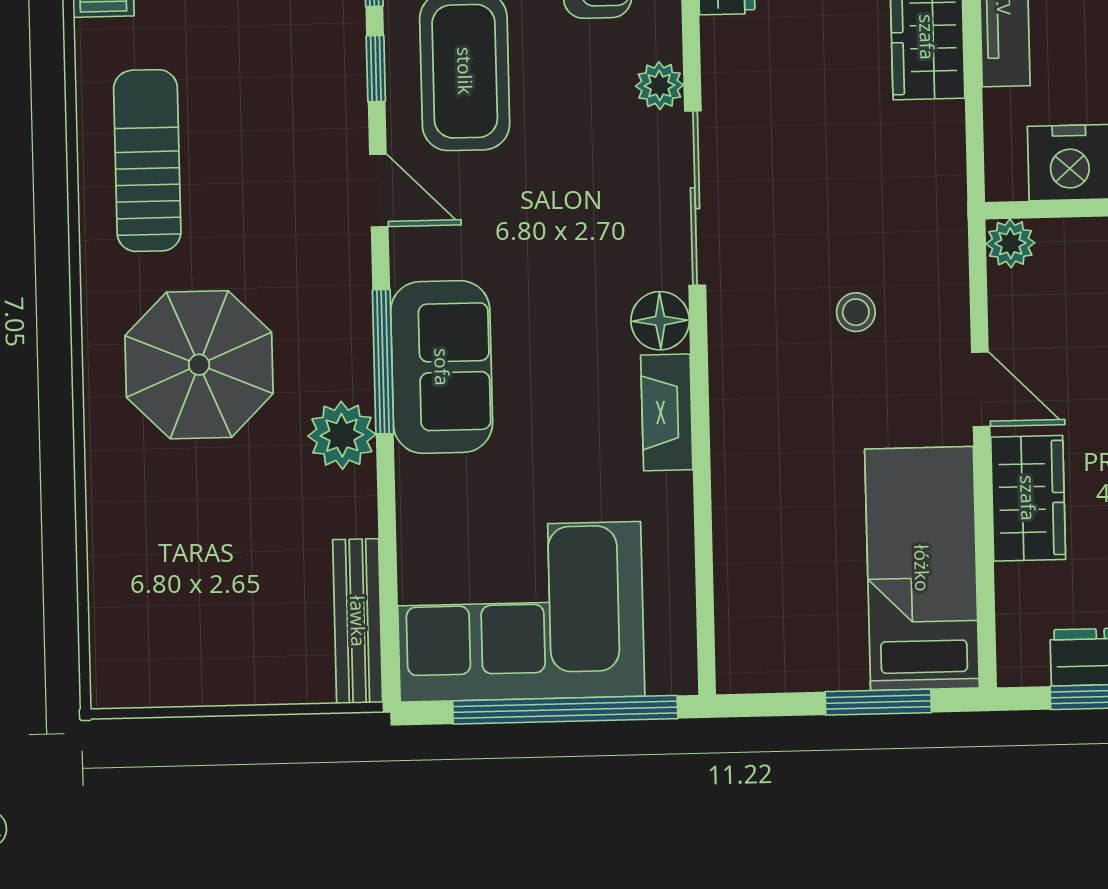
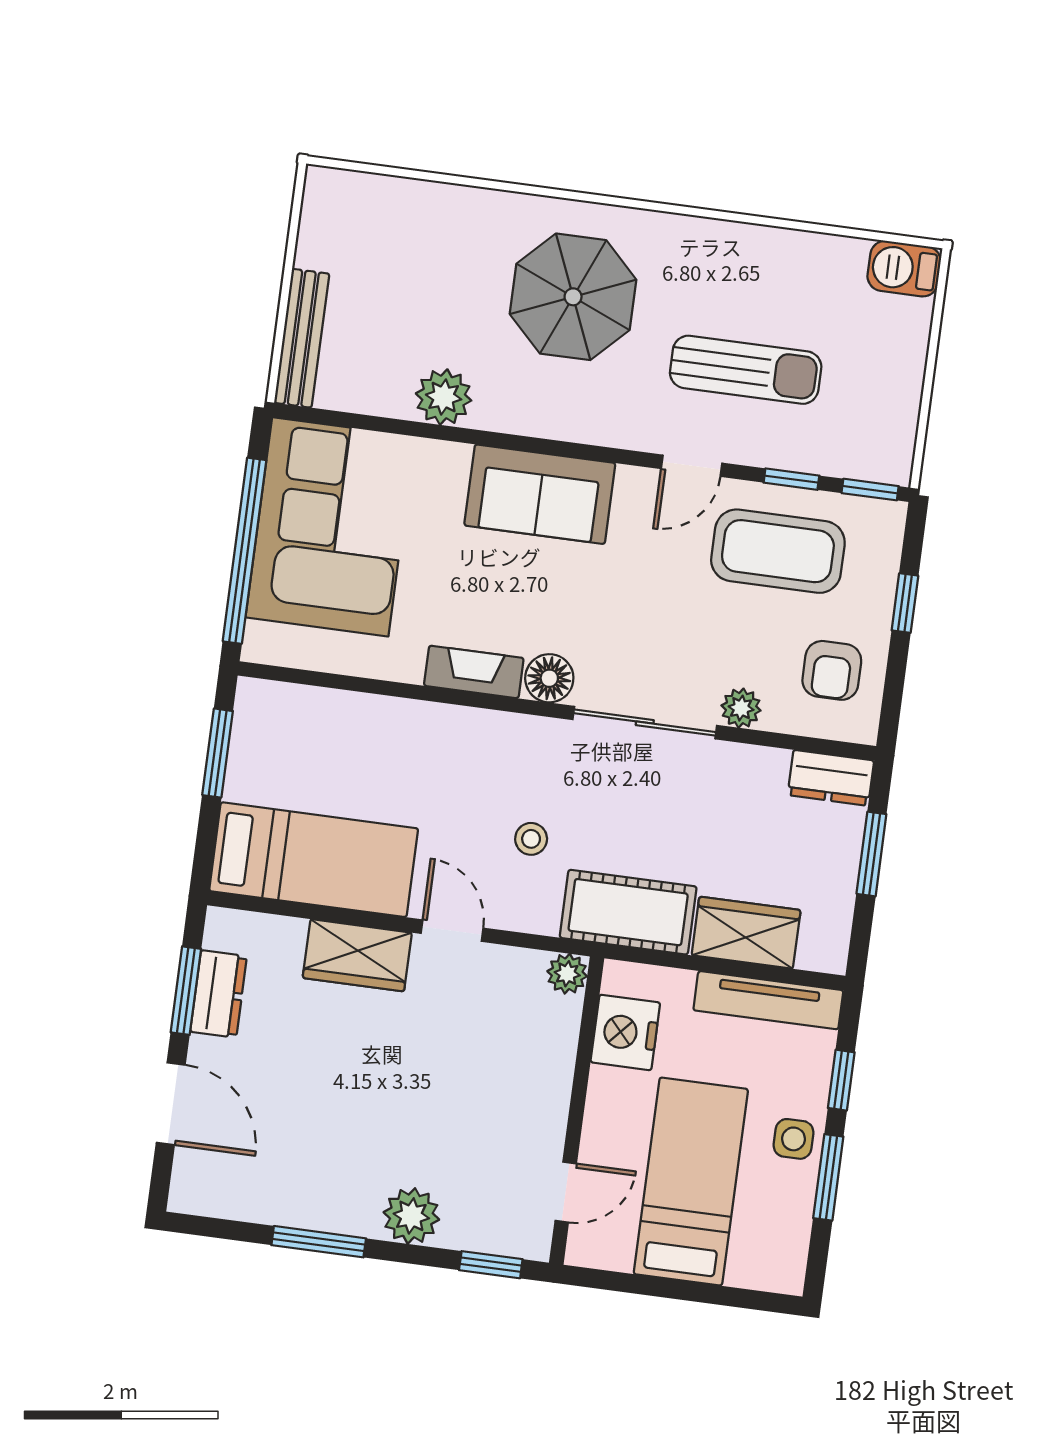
sun lounger: (147, 161) -> (746, 370), moved
cot: (925, 182) -> (628, 912), added
window: (383, 362) -> (552, 447), removed
door: (981, 389) -> (452, 931), swing flipped
plant: (342, 435) -> (444, 397), moved
bench: (358, 621) -> (302, 338), moved, turned 90
window: (878, 702) -> (218, 753), moved

